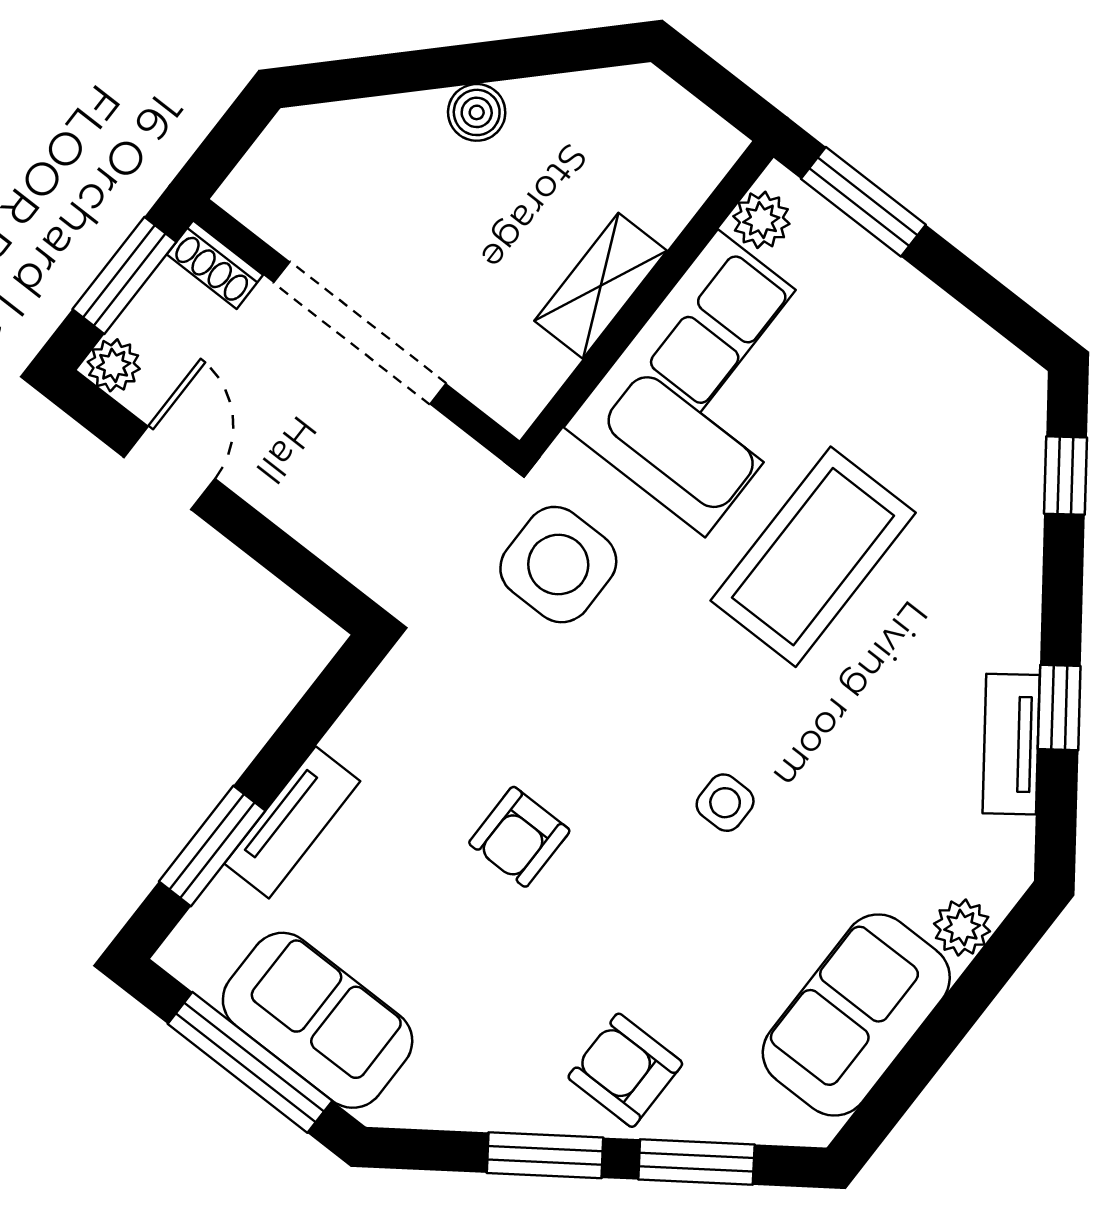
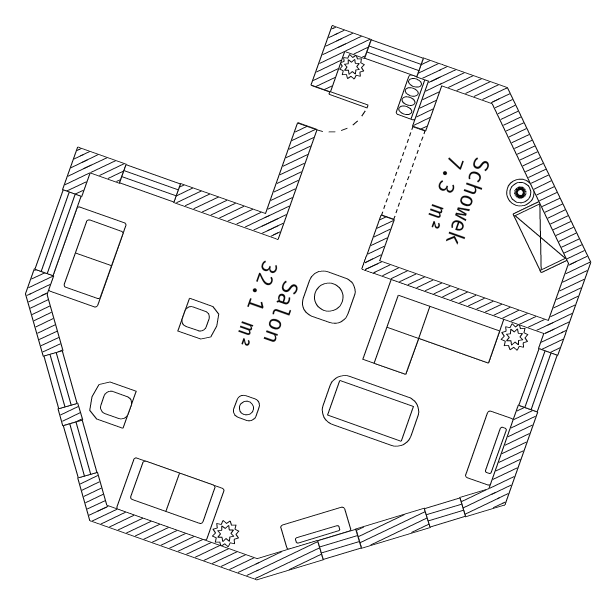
shelving: (601, 286) -> (540, 237), moved, turned 45
tv unit: (292, 822) -> (489, 448), moved, turned 90
armchair: (625, 1070) -> (111, 403), turned 90

